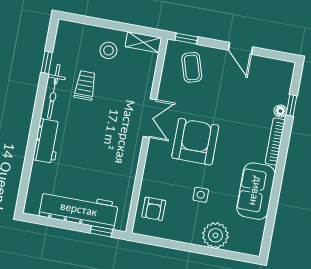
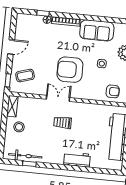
trolley: (85, 85) -> (63, 123), moved
bicycle: (54, 91) -> (25, 156), moved

